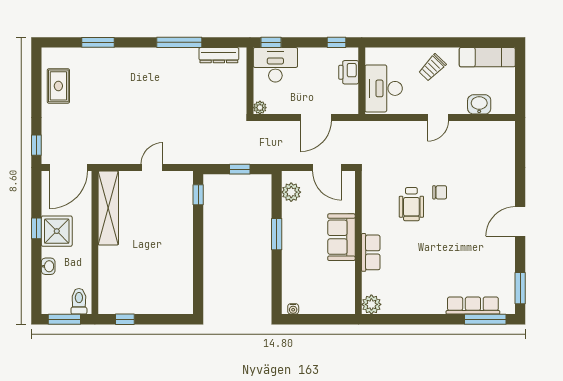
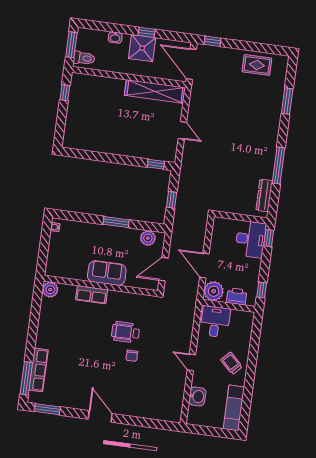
desk: (384, 88) -> (215, 322), width x0.73
plant: (260, 108) -> (214, 291), moved, width x1.88, depth x1.88

